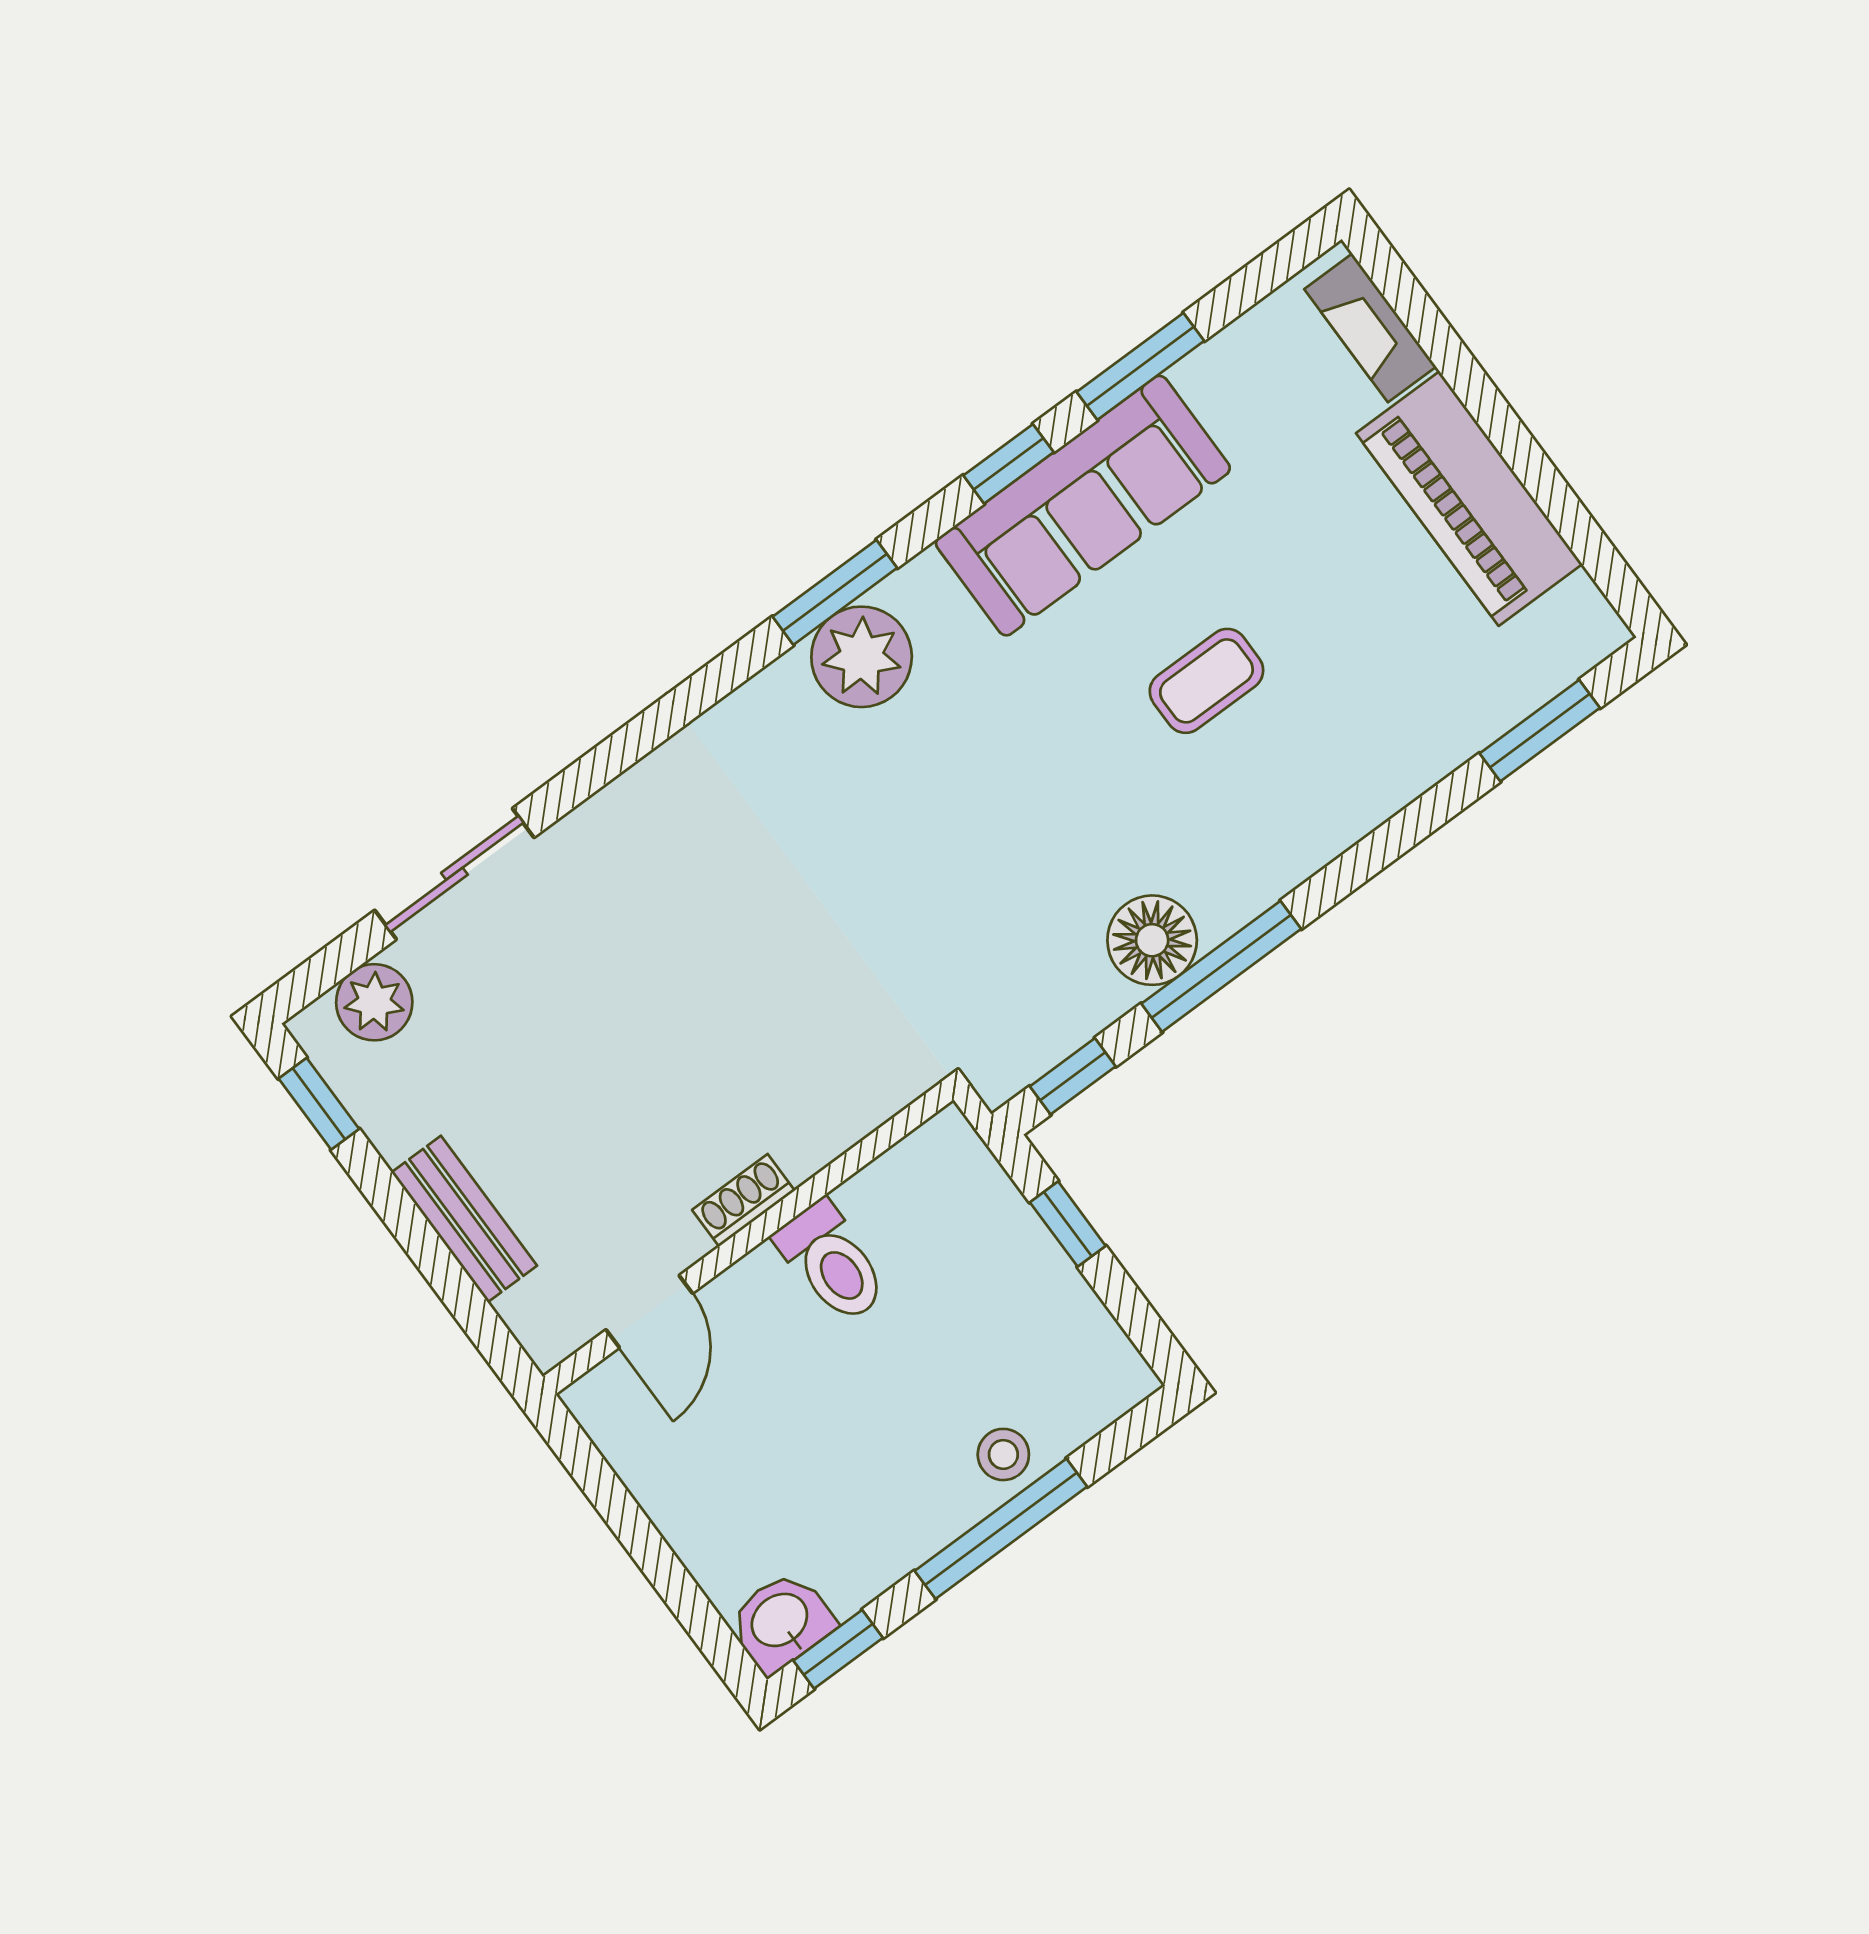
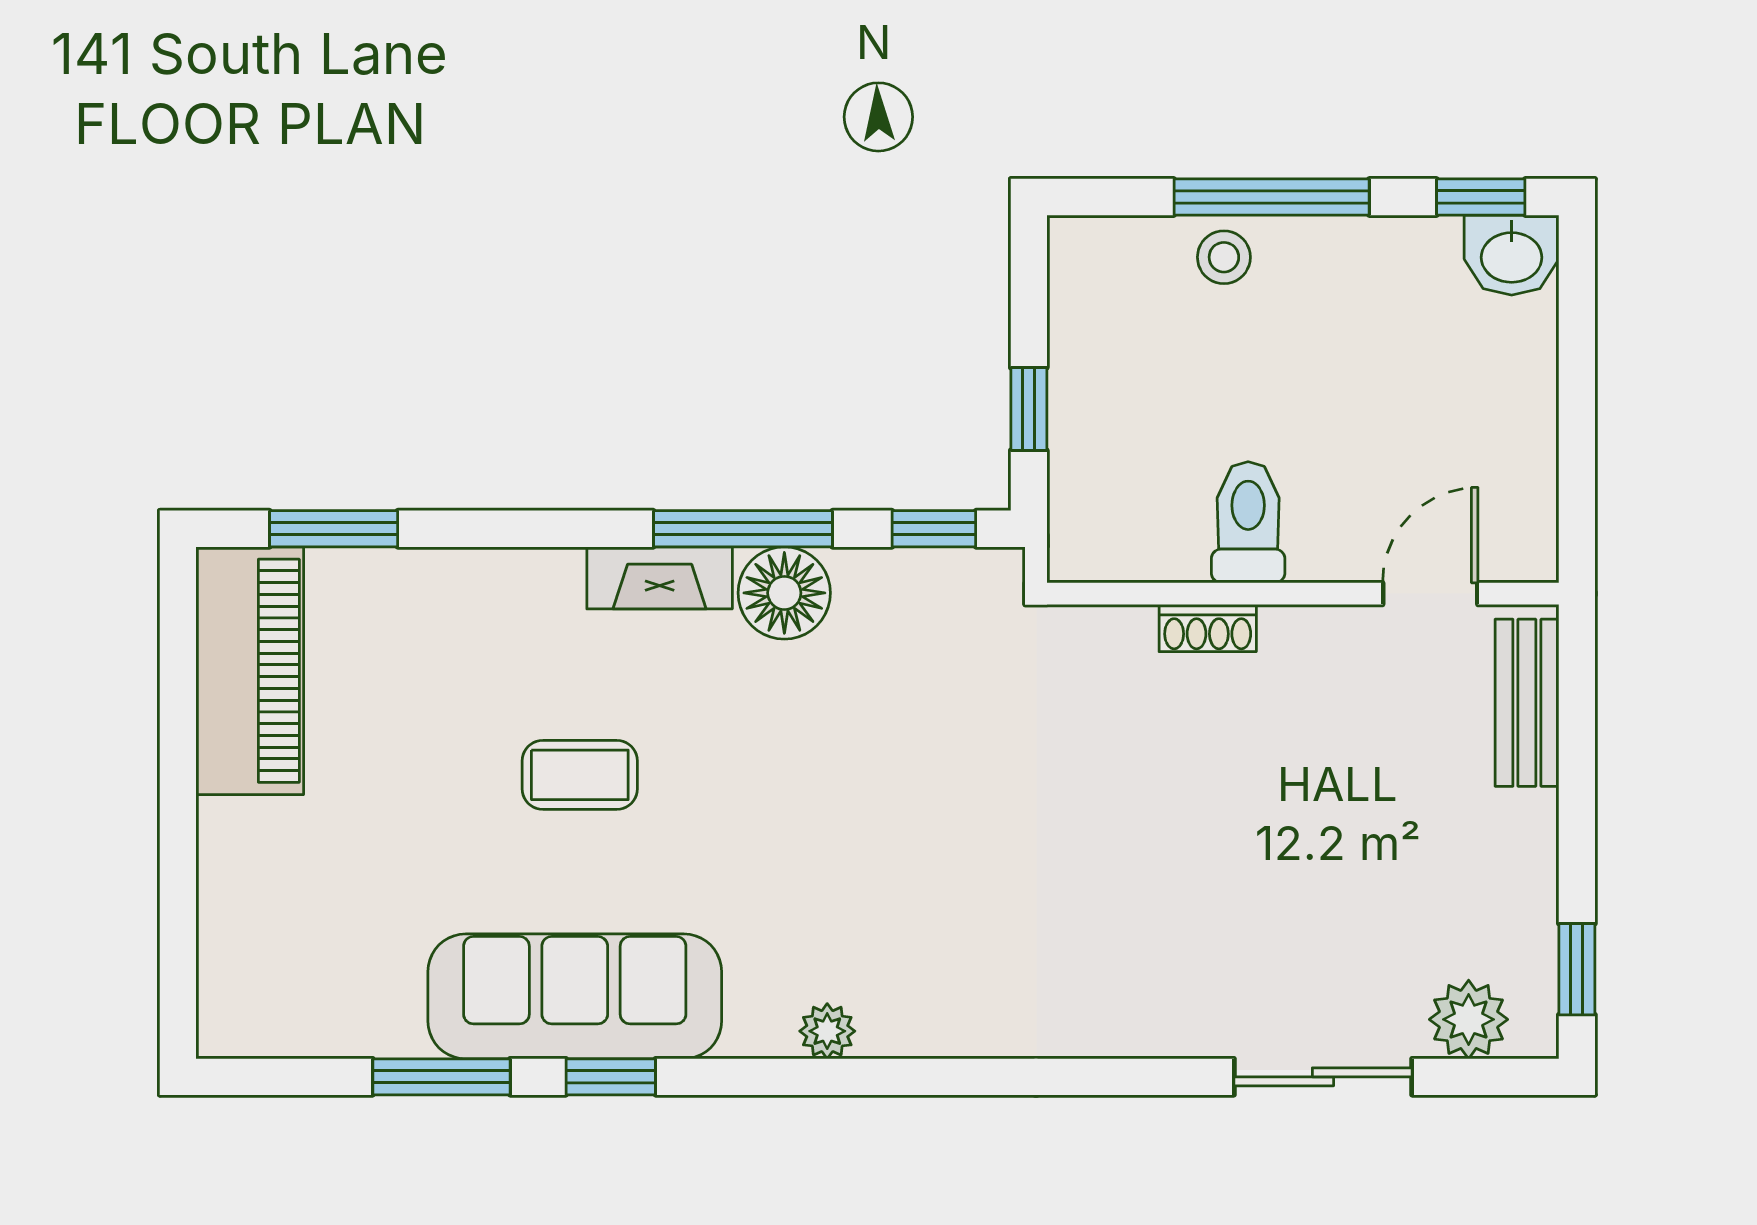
fireplace: (1370, 328) -> (660, 578), moved, turned 90
piano: (1469, 499) -> (250, 671), moved
window: (835, 592) -> (834, 1077), removed
plant: (862, 657) -> (827, 1031), width x0.53, depth x0.53
shoe rack: (743, 1200) -> (1208, 628), moved
bench: (464, 1219) -> (1527, 703), moved

